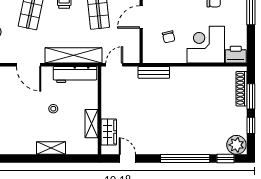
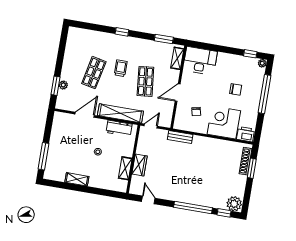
door: (29, 65) -> (85, 115), swing flipped
workbench: (75, 75) -> (119, 128), width x0.73
window: (251, 125) -> (248, 191), removed
wardrobe: (109, 132) -> (140, 165), moved
shelving: (51, 148) -> (77, 179), moved

